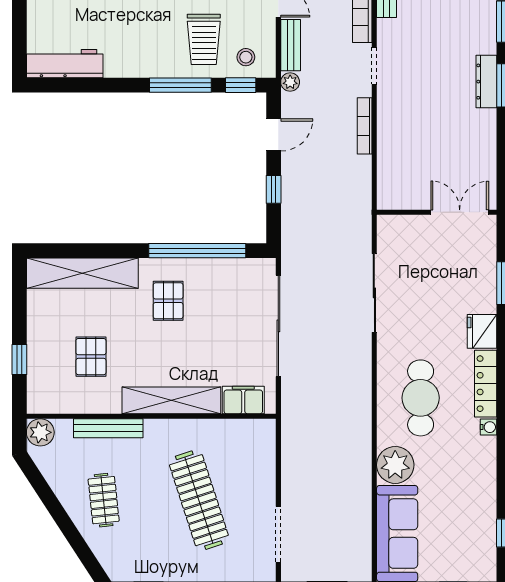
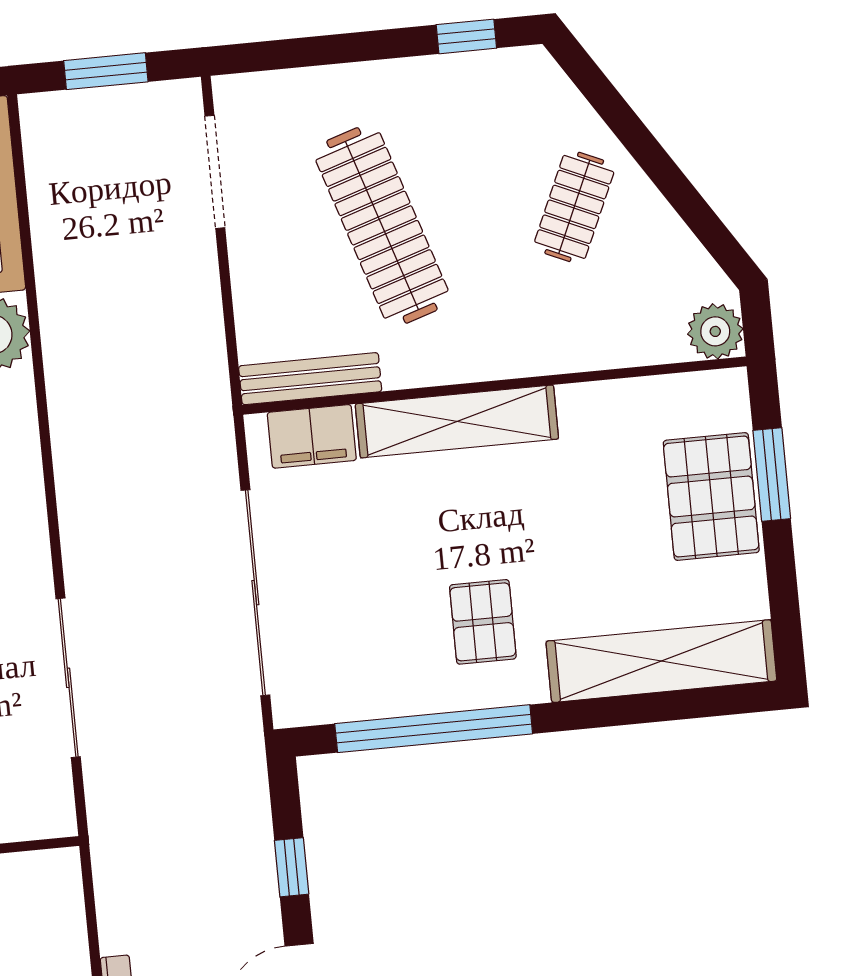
pallet: (91, 357) -> (711, 496), moved, width x1.50, depth x1.42
window: (19, 359) -> (772, 474), width x1.50
bench: (108, 428) -> (310, 379), moved
clothes rail: (104, 500) -> (574, 207), turned 30

